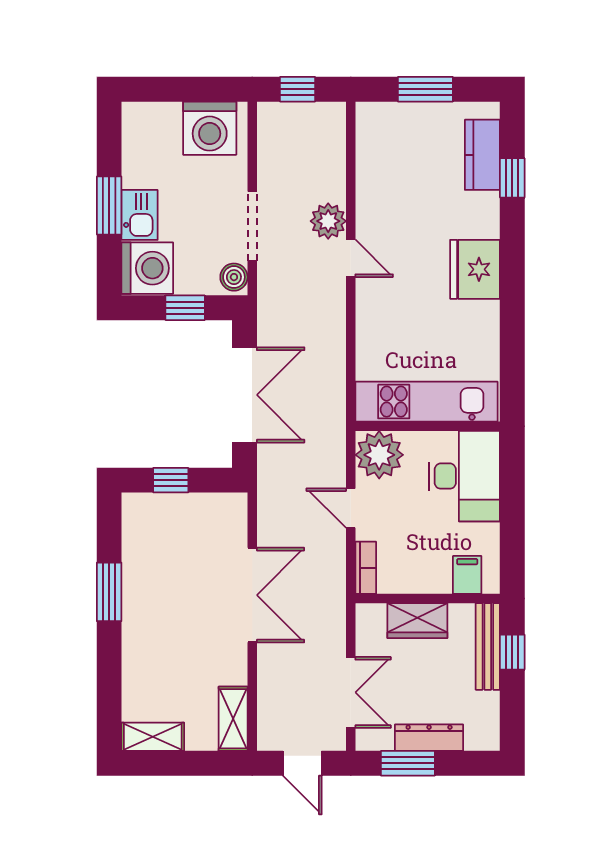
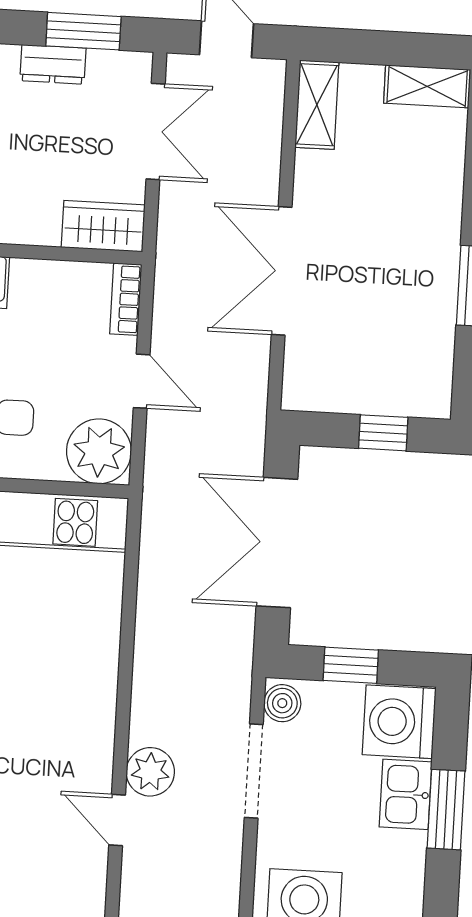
door: (351, 258) -> (117, 820), moved
wardrobe: (417, 621) -> (103, 226), moved
double door: (351, 692) -> (156, 131), swing flipped
dresser: (429, 738) -> (53, 64), width x0.70

